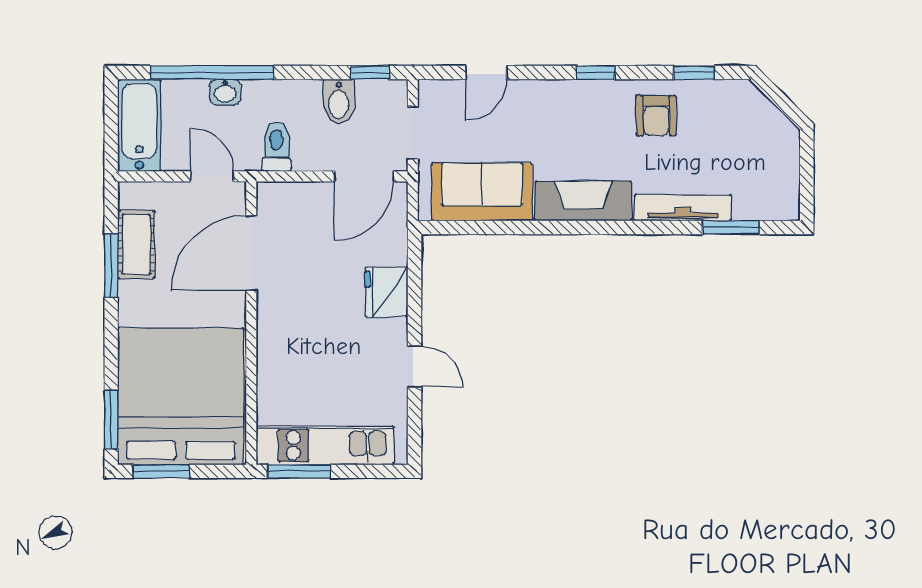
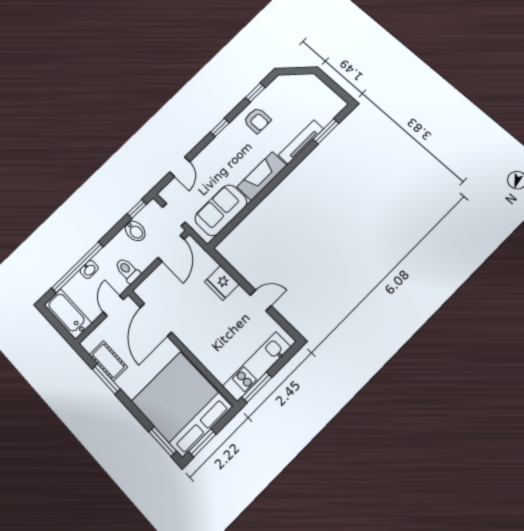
door: (212, 176) -> (113, 306), hinge flipped

